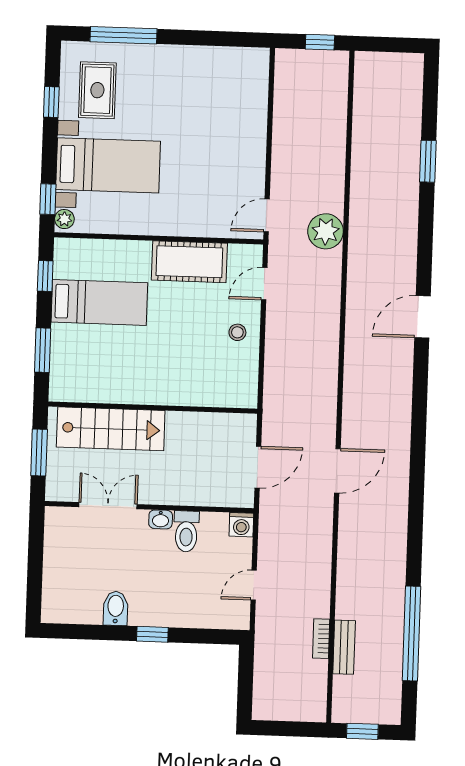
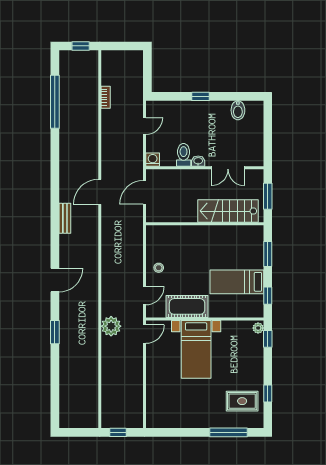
rug: (97, 90) -> (242, 401), turned 90
window: (428, 161) -> (55, 332), moved
bed with nightstands: (108, 165) -> (196, 349), moved, turned -90
bidet: (116, 608) -> (238, 110), moved
bench: (344, 647) -> (65, 218), moved

